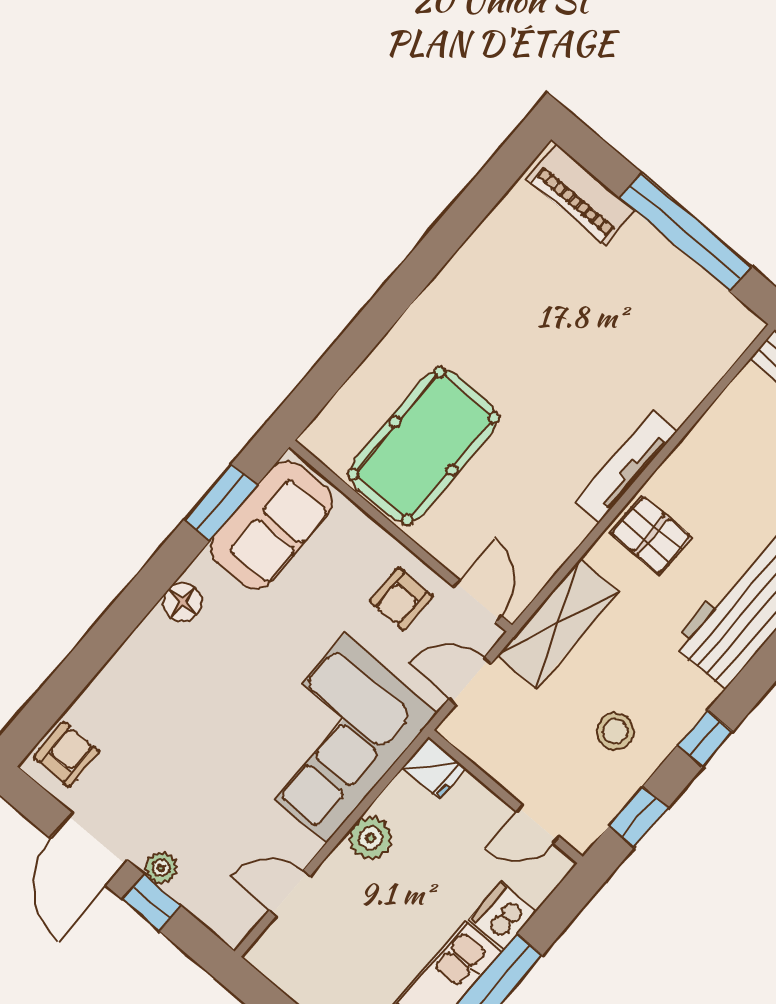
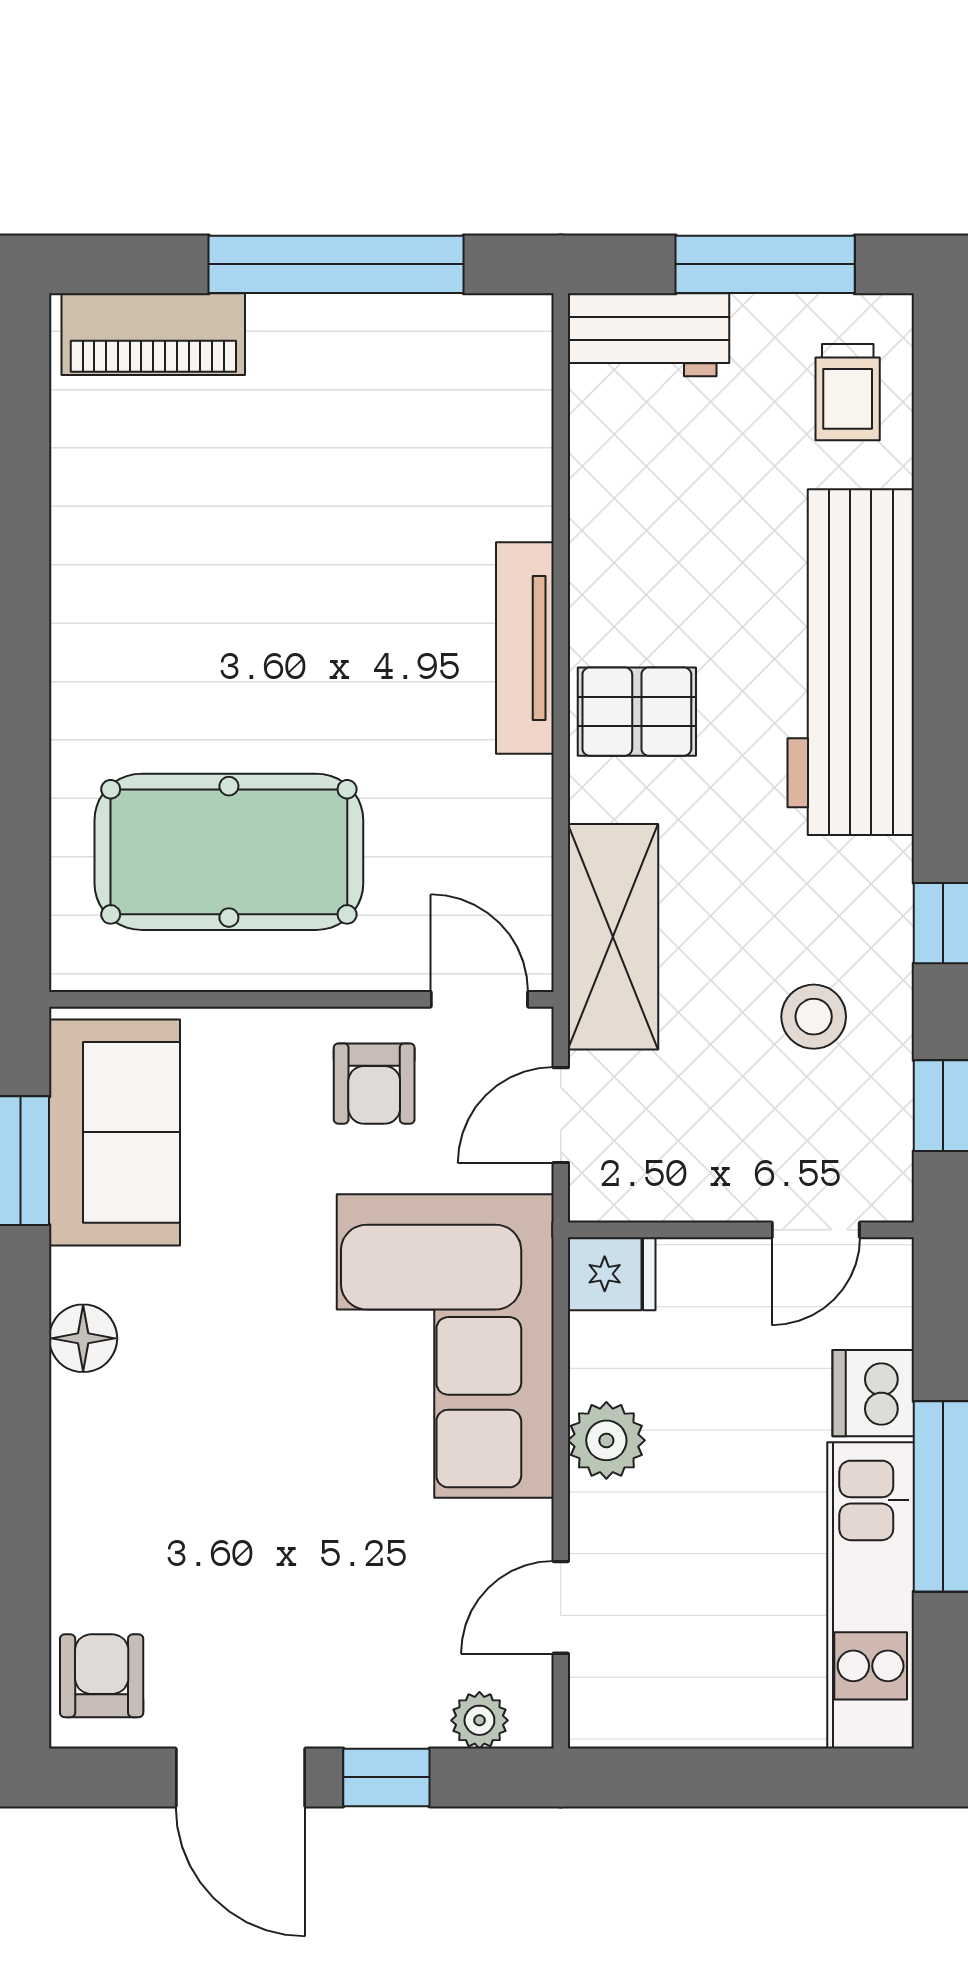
pool table: (424, 446) -> (229, 852), turned 90
plant: (161, 868) -> (479, 1720), moved

